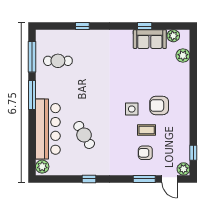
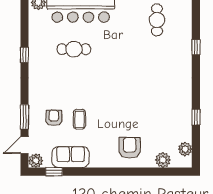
sofa: (150, 39) -> (71, 157), moved, turned 90
armchair: (159, 105) -> (130, 148), moved
side table: (132, 109) -> (103, 103), removed
cafe table: (84, 135) -> (74, 49), turned 31

